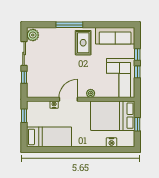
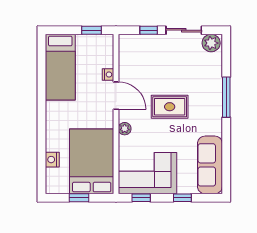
rug: (83, 43) -> (170, 107), moved
window: (137, 72) -> (141, 198), moved

